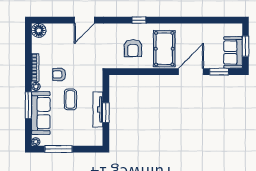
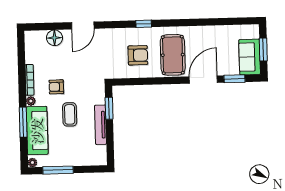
floor lamp: (39, 30) -> (55, 38), moved
armchair: (133, 48) -> (138, 55), turned -90
window: (106, 113) -> (109, 108), moved

